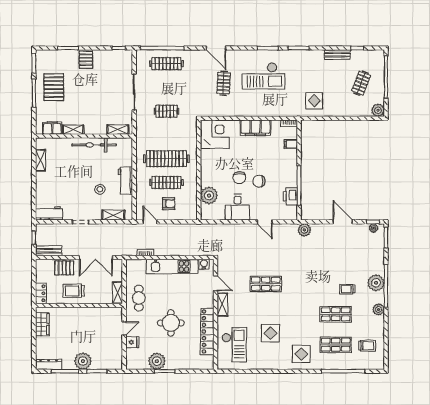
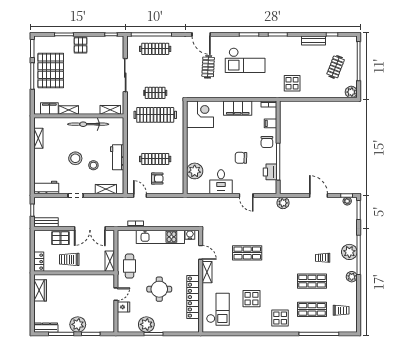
pallet: (54, 87) -> (51, 71), width x1.37, depth x1.41
clothes rail: (166, 159) -> (155, 115), moved
chair: (239, 178) -> (267, 142), moved
stool: (80, 182) -> (75, 158), added

